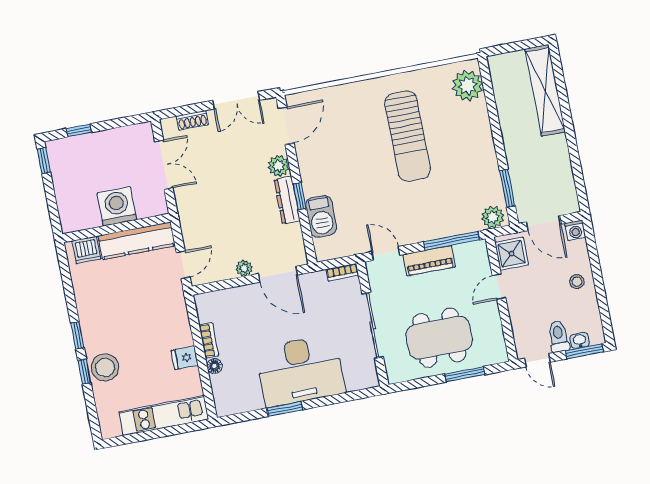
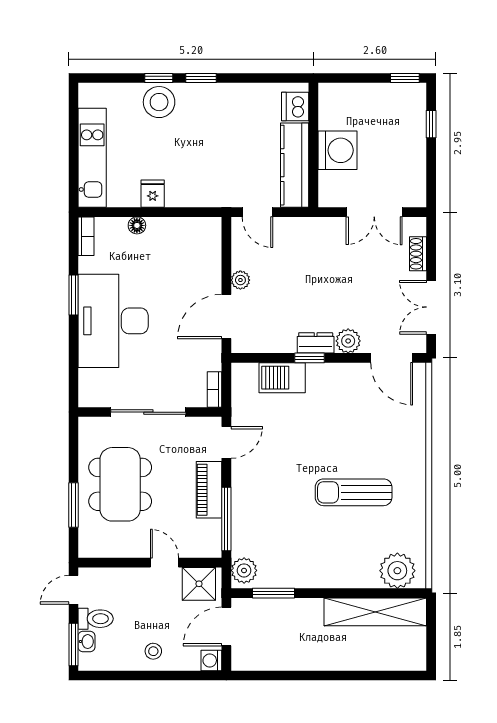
shelving: (545, 90) -> (375, 612), moved
sun lounger: (408, 136) -> (354, 492), width x0.73, depth x0.75
dresser: (287, 200) -> (316, 343), width x0.70
bookcase: (209, 340) -> (86, 236), moved, turned -90

